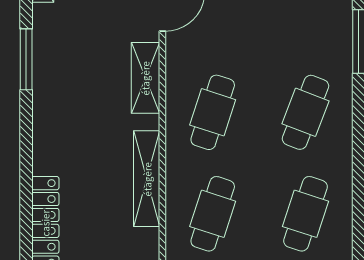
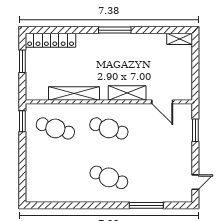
window: (26, 59) -> (115, 30), moved
cafe table: (305, 214) -> (55, 177), removed

